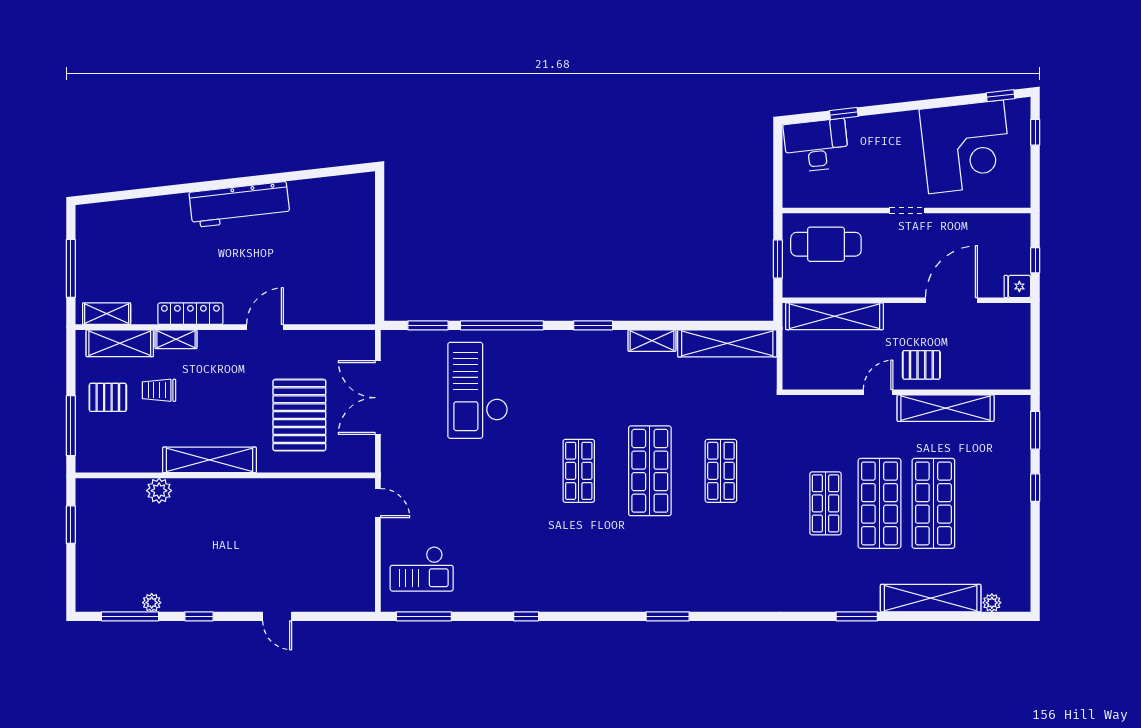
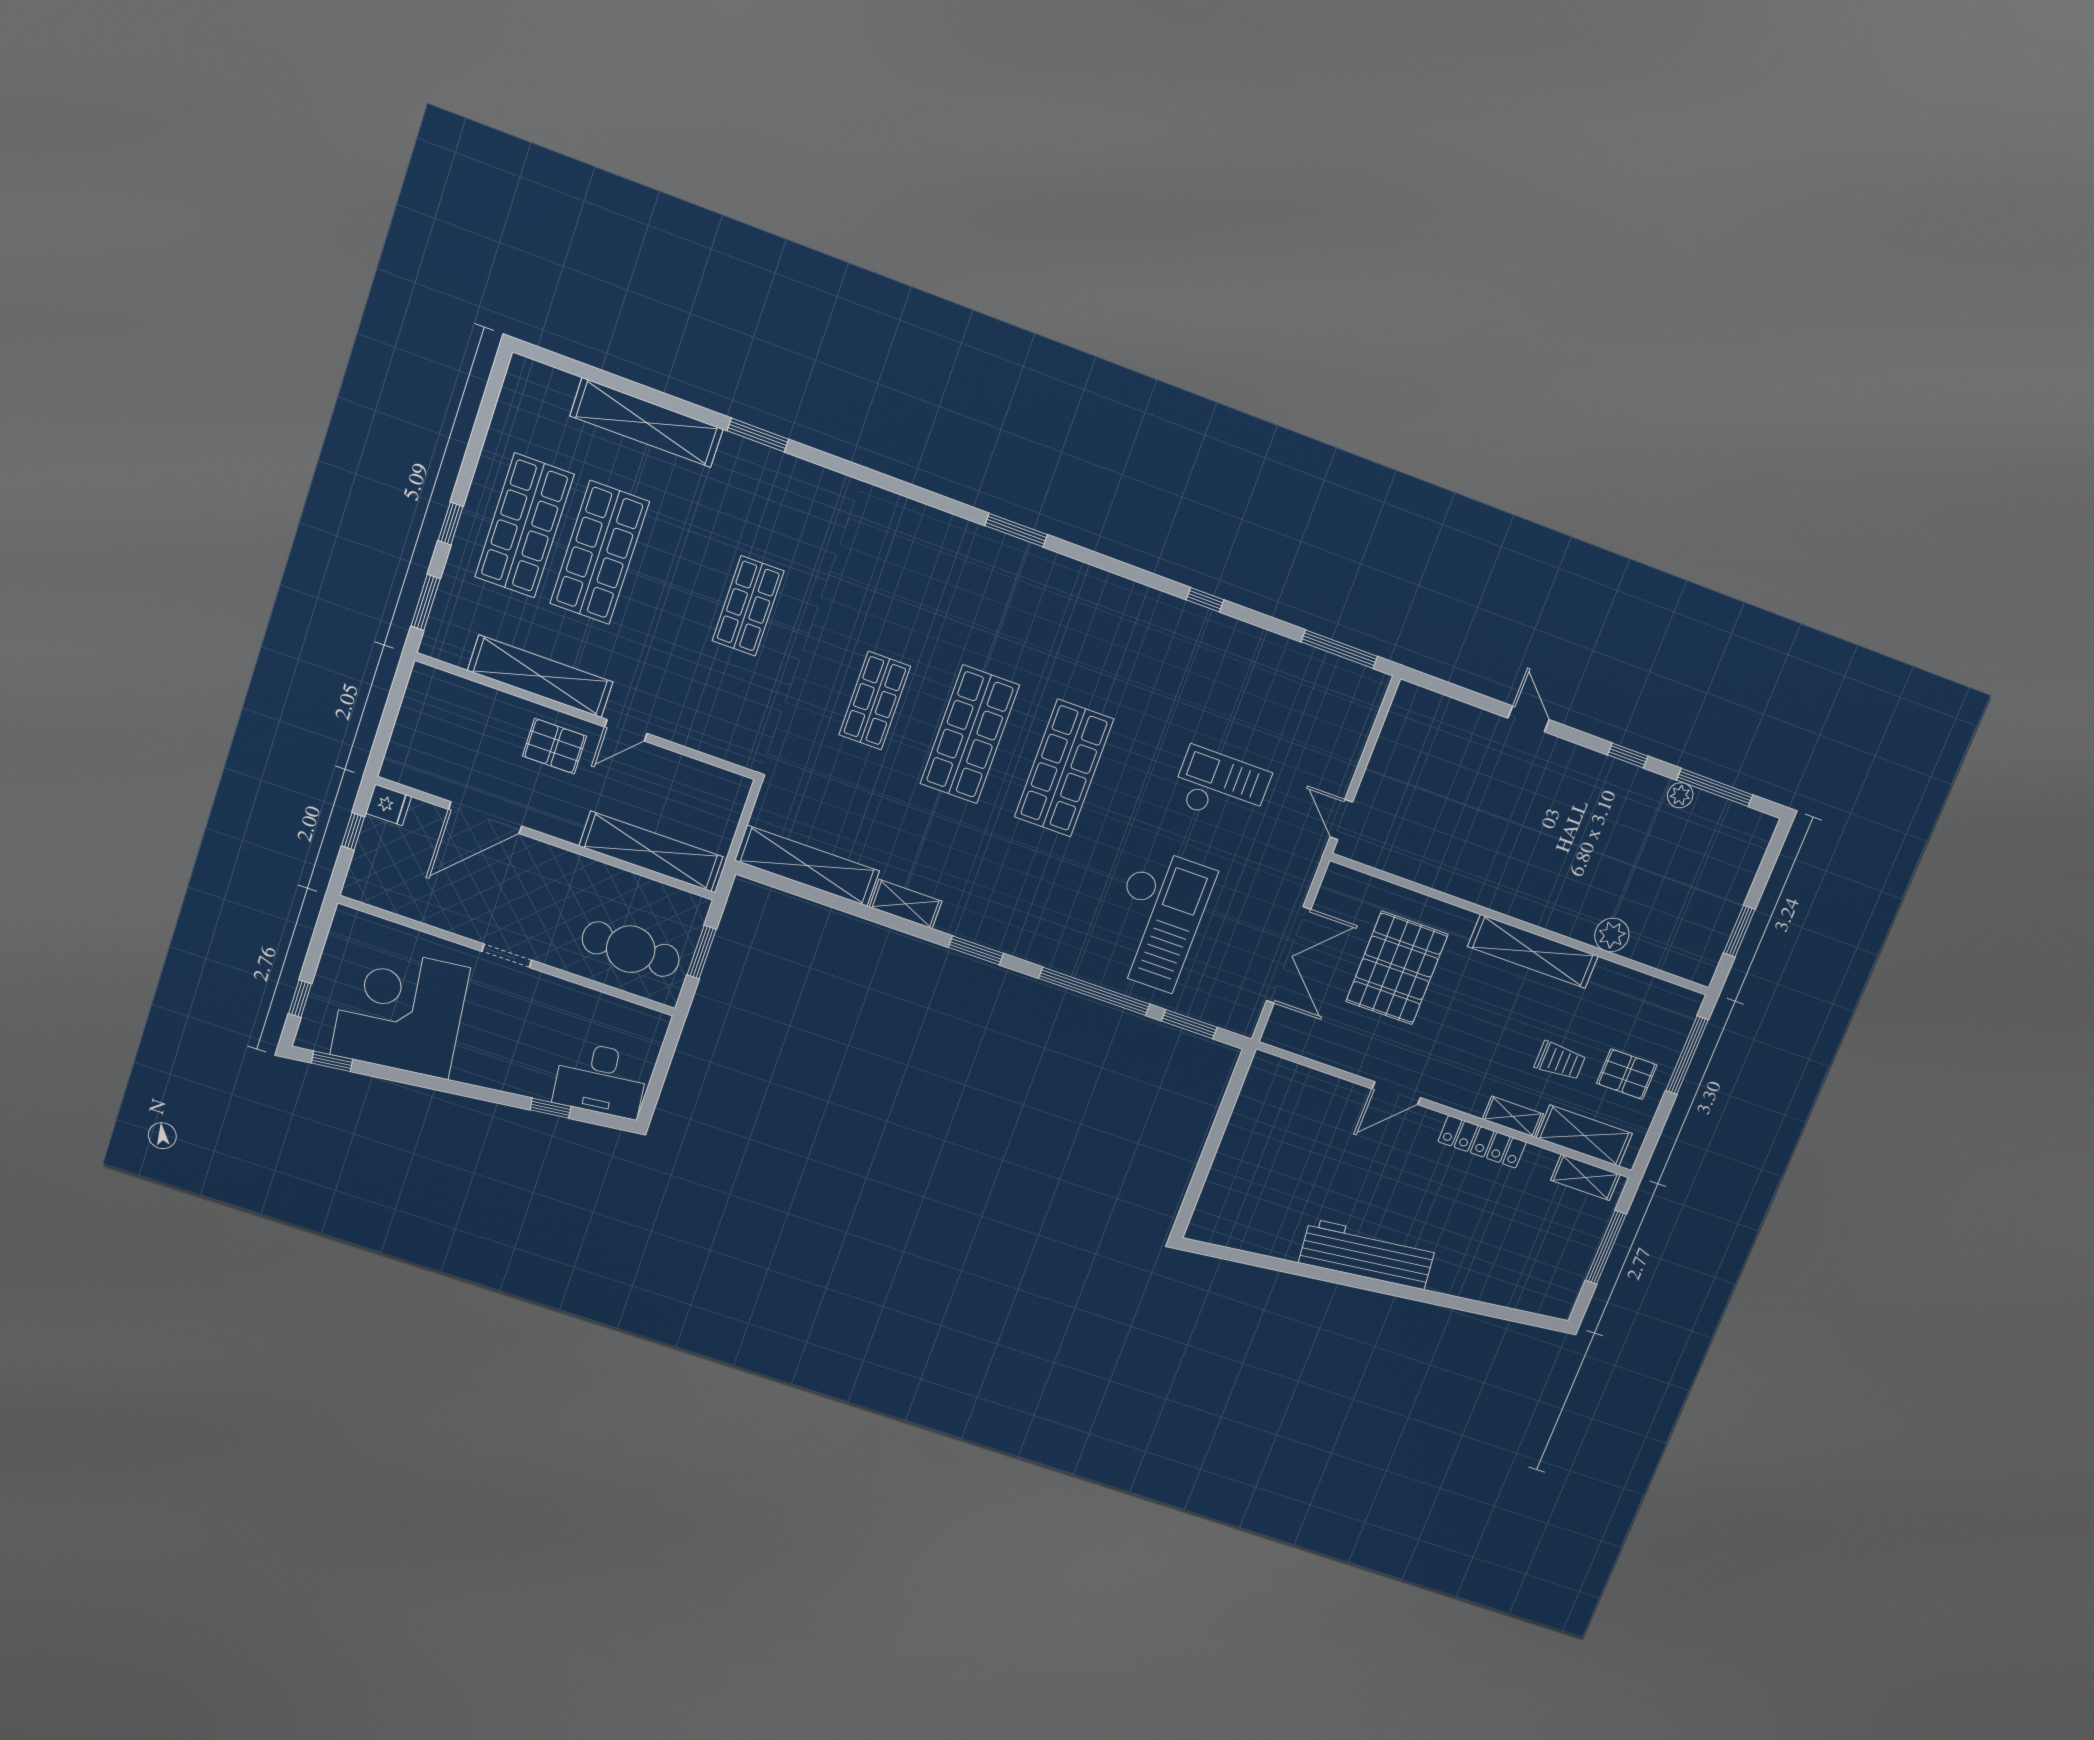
shop shelf: (579, 471) -> (1064, 768), width x1.43, depth x1.36
shop shelf: (879, 503) -> (524, 526), moved
checkout: (422, 569) -> (1221, 787), moved
plant: (992, 603) -> (563, 385), removed

